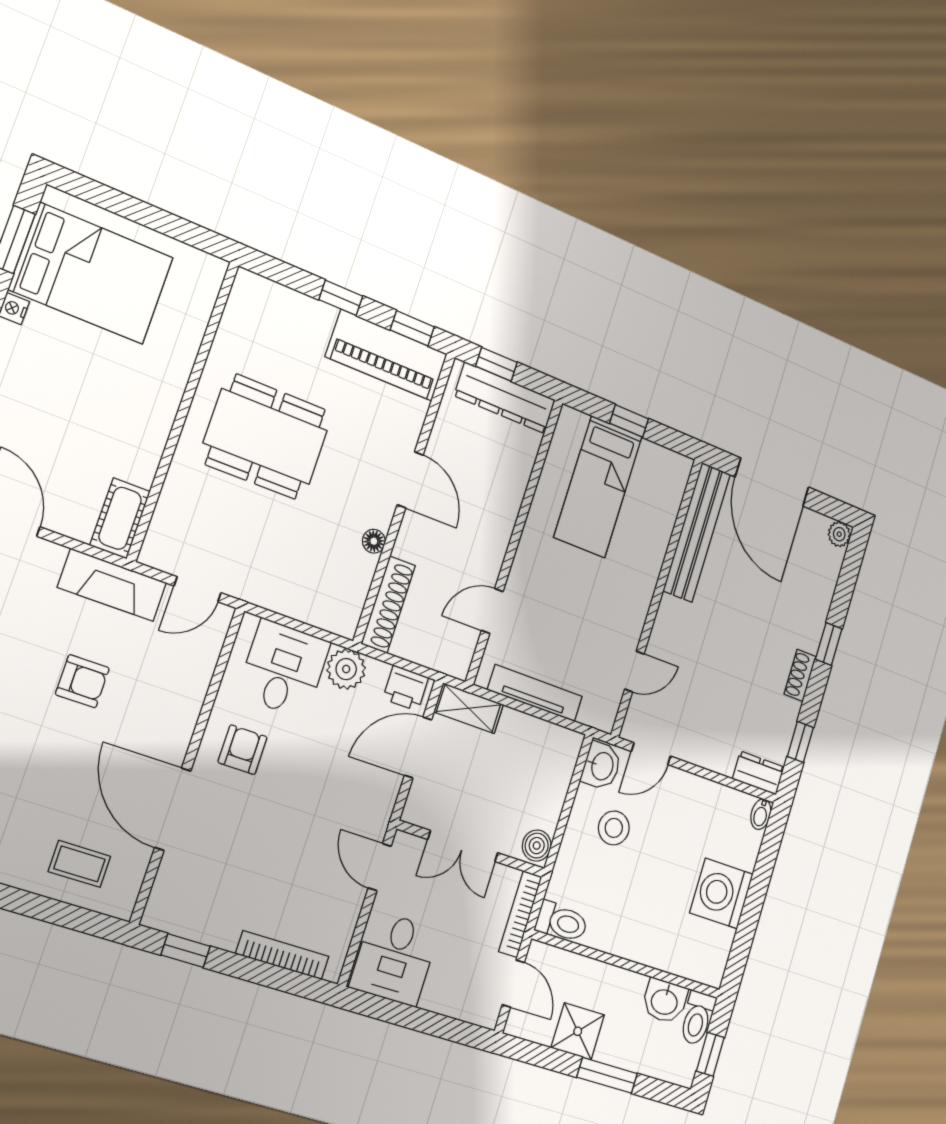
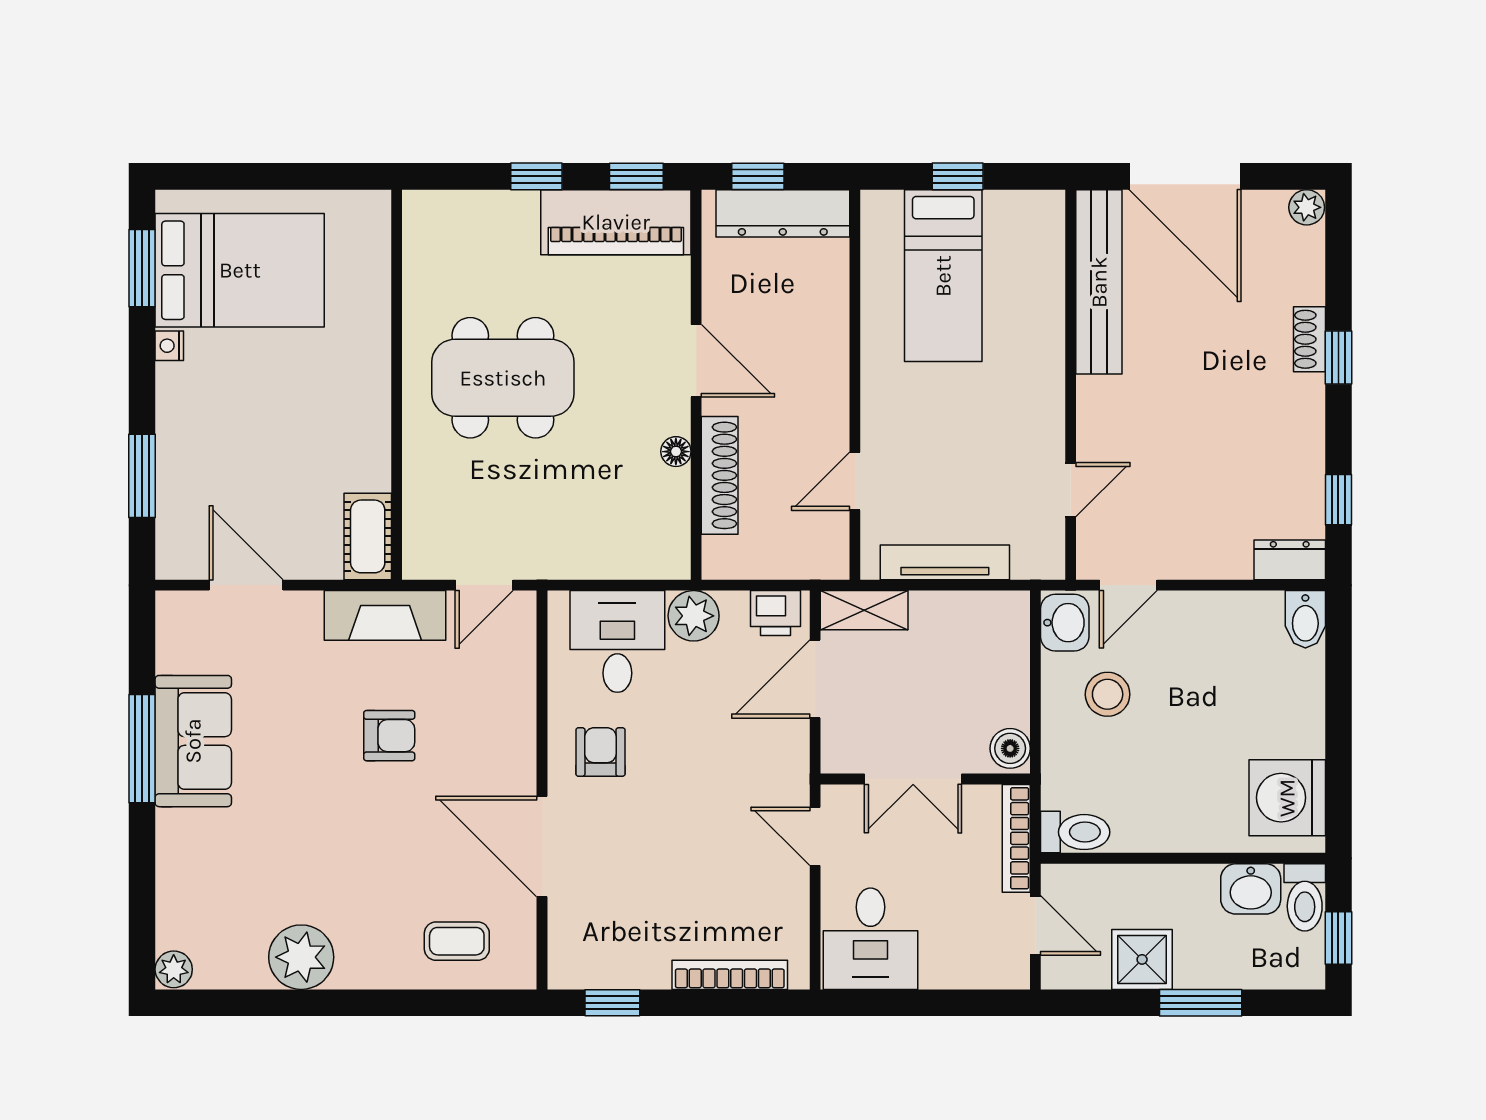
shoe rack: (388, 605) -> (720, 475), moved
shoe rack: (800, 675) -> (1309, 339), moved
bidet: (761, 814) -> (1305, 619), width x1.38, depth x1.36
washing machine: (721, 893) -> (1287, 798), moved

